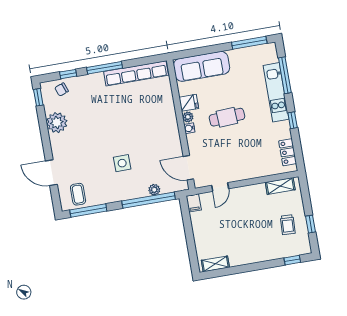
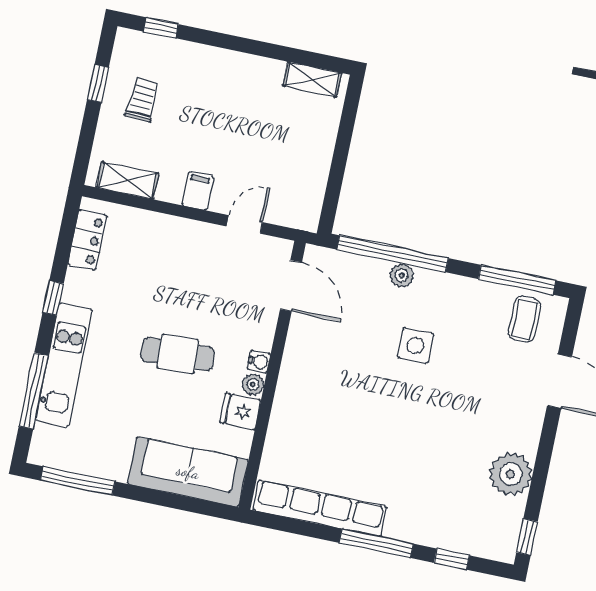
chair: (62, 89) -> (476, 534), removed
plant: (154, 190) -> (402, 275), moved
filing cabinet: (194, 203) -> (198, 191), moved

